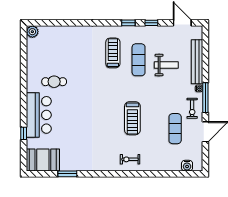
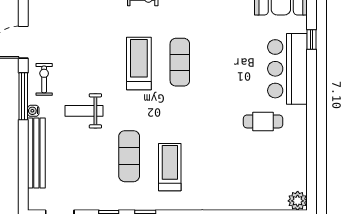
treadmill: (113, 53) -> (170, 167), turned 180
weight bench: (166, 65) -> (84, 111), moved
exercise mat: (175, 129) -> (180, 62), moved

